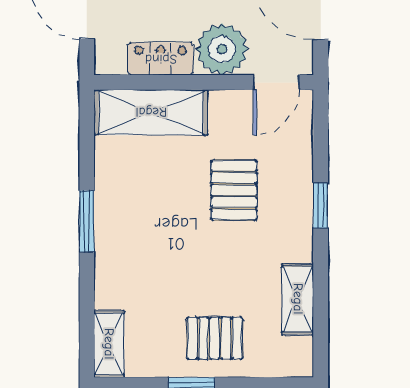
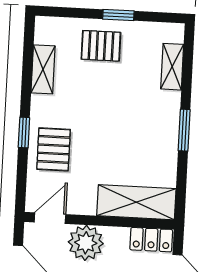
locker: (161, 59) -> (151, 240), moved
pallet: (234, 190) -> (54, 149), moved
shelving: (109, 344) -> (172, 67), moved

